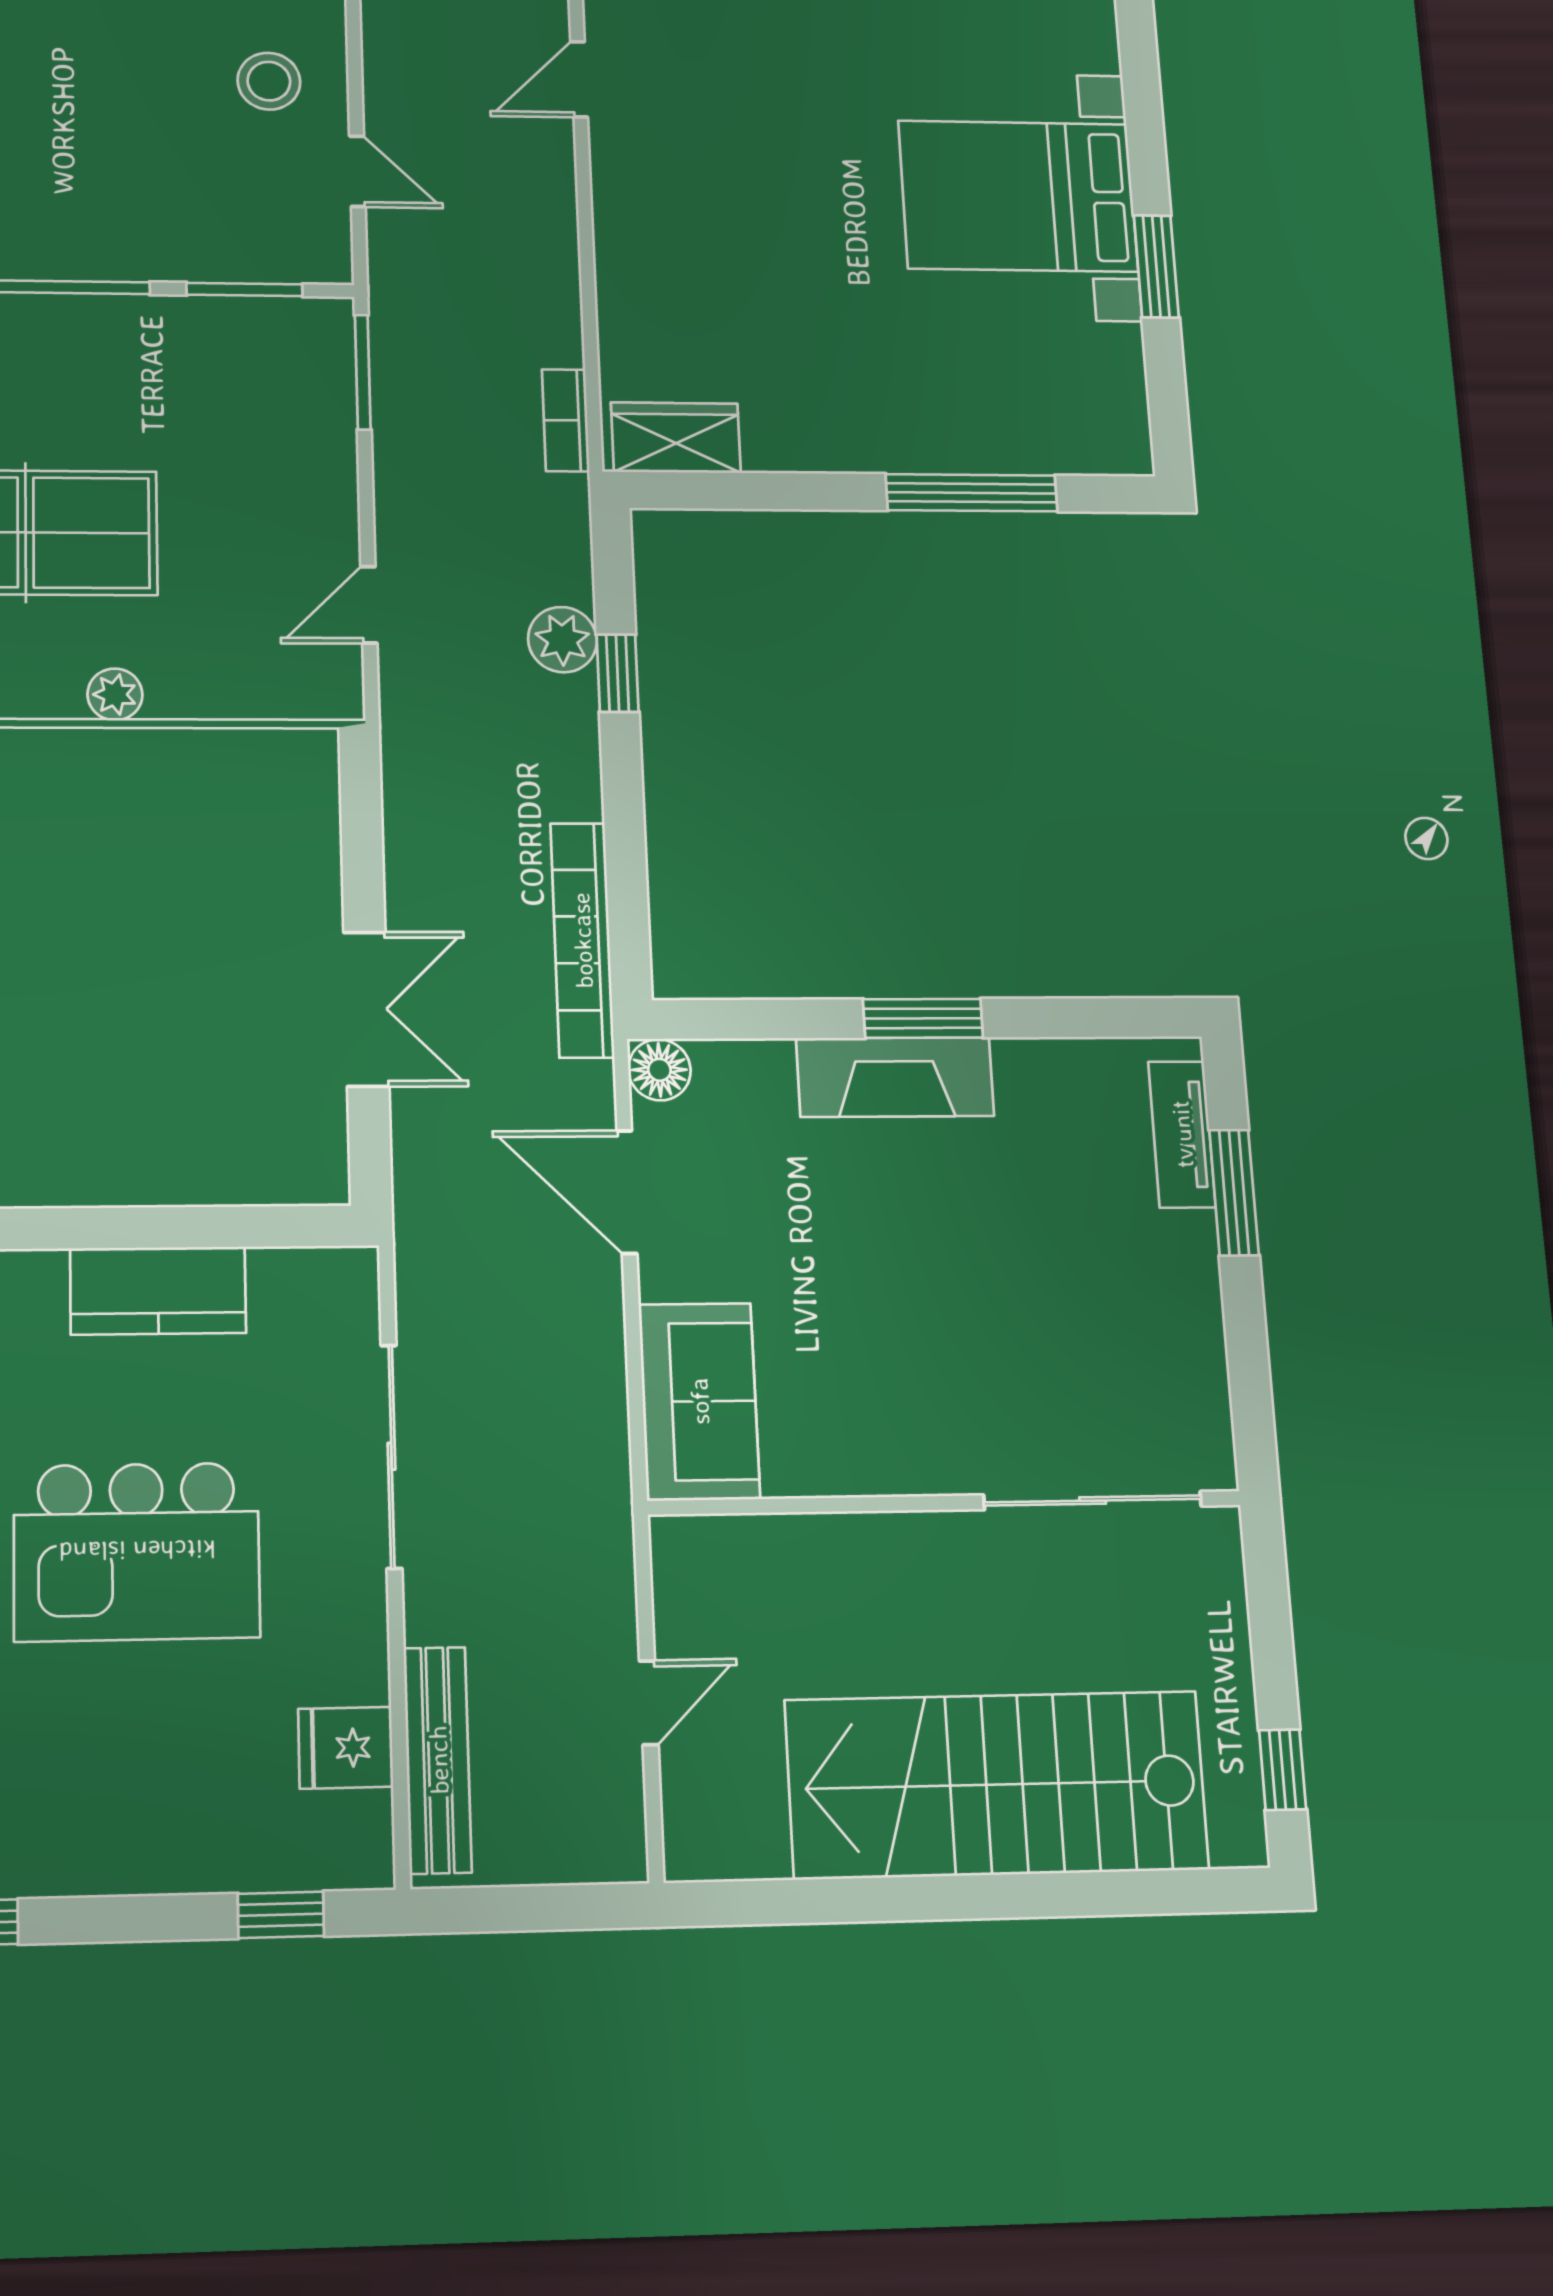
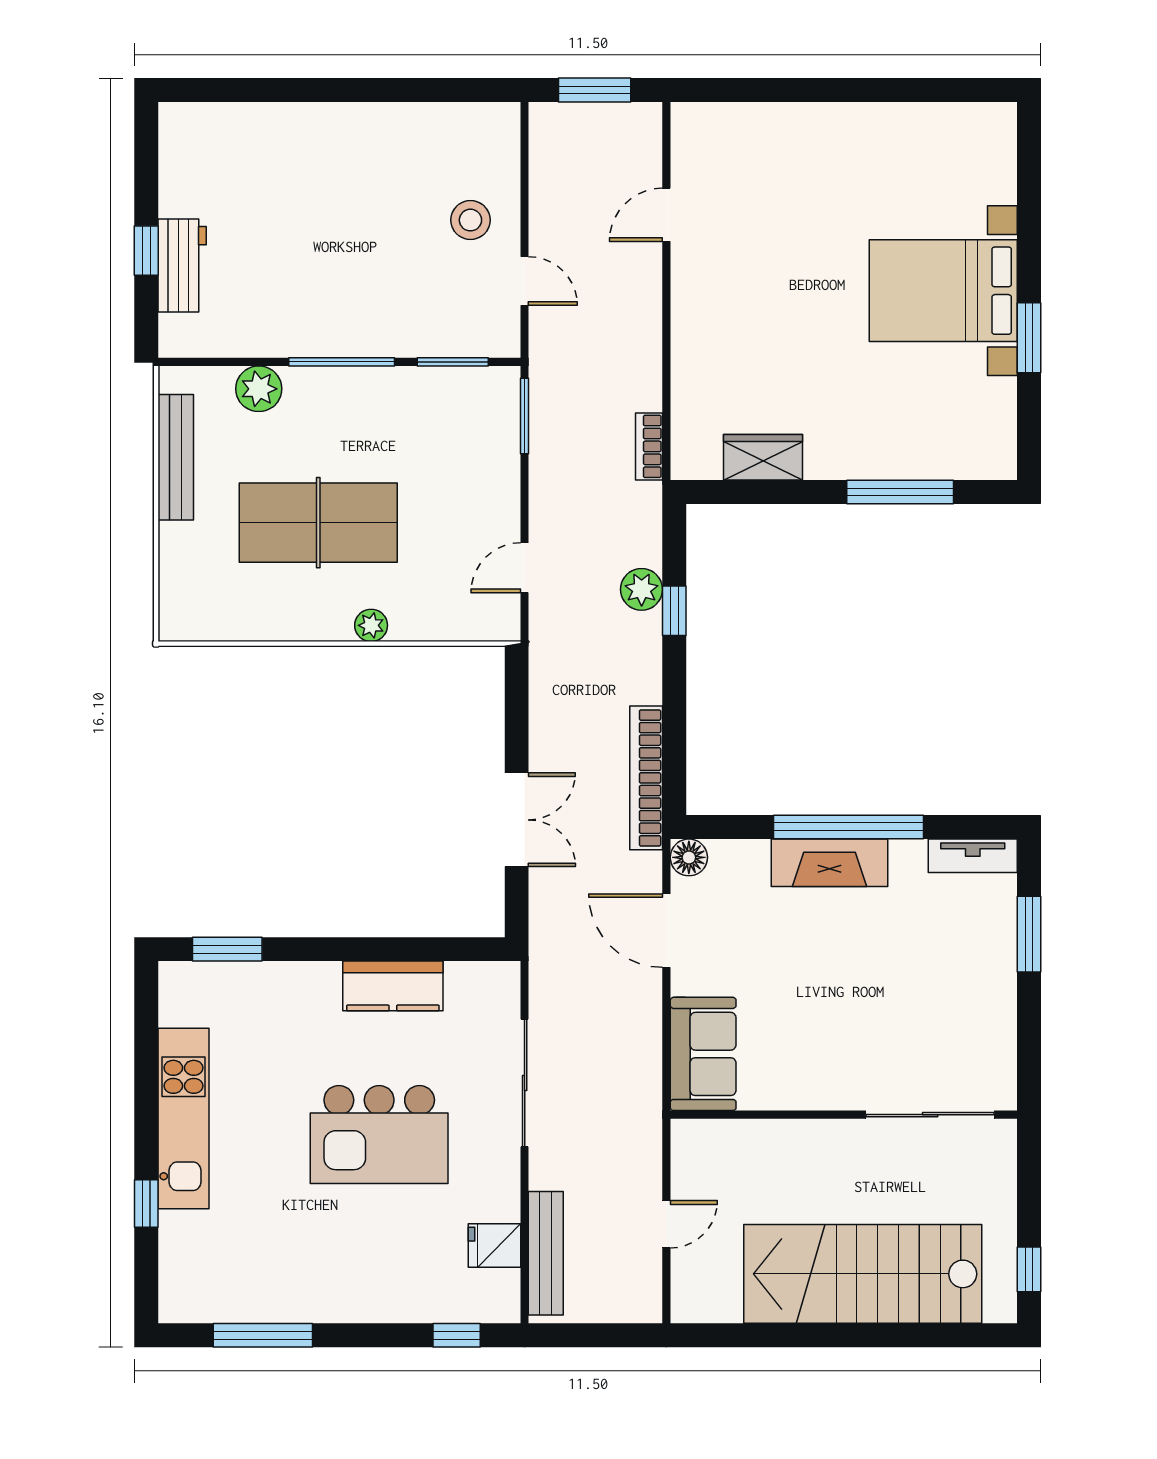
wardrobe: (676, 438) -> (763, 457), moved
window: (923, 1018) -> (848, 827), width x2.11
tv unit: (1182, 1134) -> (973, 856), moved, turned -90

